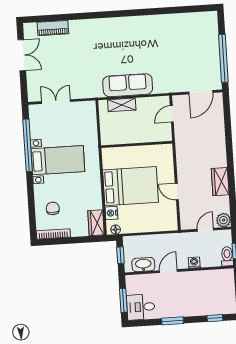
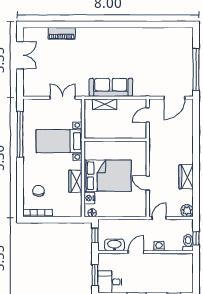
piano: (53, 28) -> (62, 33), moved
double door: (56, 102) -> (63, 98), moved
bed with nightstands: (58, 160) -> (59, 141), moved, turned 180
wardrobe: (96, 223) -> (75, 181), moved
door: (205, 230) -> (159, 218), moved

